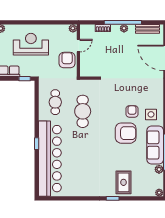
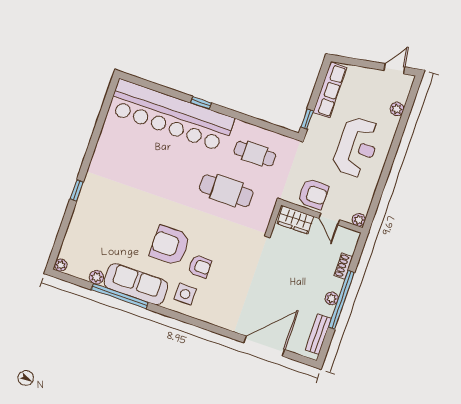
wardrobe: (86, 65) -> (295, 220), added
armchair: (126, 133) -> (170, 245), turned 90
rug: (123, 182) -> (95, 216), removed

